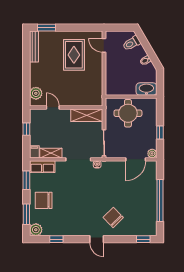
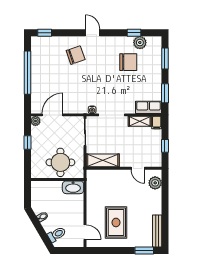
washbasin: (146, 89) -> (73, 187), moved
chair: (44, 200) -> (128, 62), moved
chair: (113, 217) -> (76, 55), turned -65
plant: (36, 230) -> (140, 43), moved

